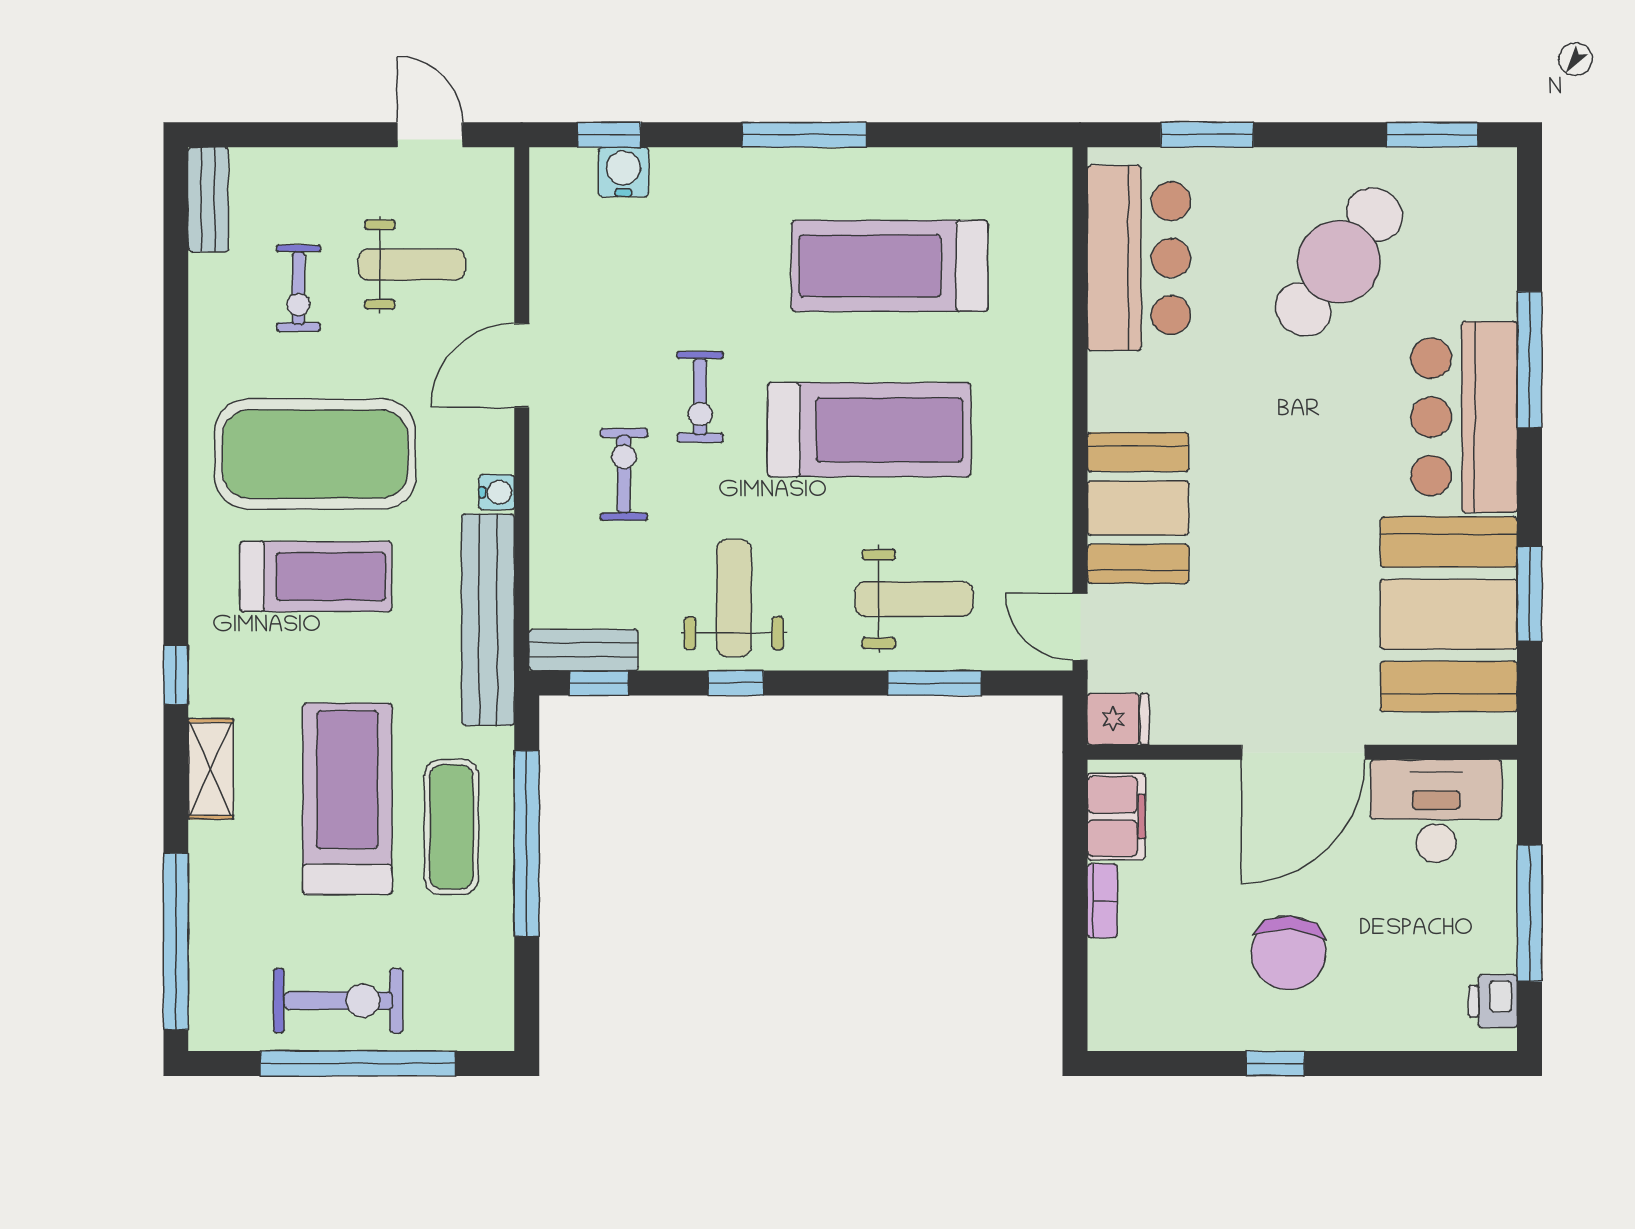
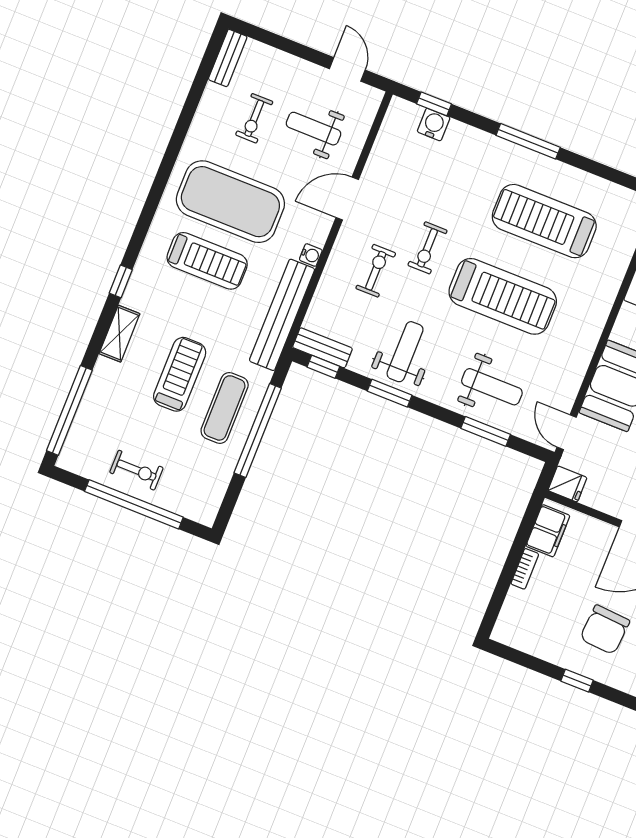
weight bench: (412, 265) -> (314, 129), turned 180
window: (736, 683) -> (390, 393), width x1.50
treadmill: (347, 799) -> (180, 374), width x0.73, depth x0.73
exercise bike: (338, 1001) -> (136, 470), width x0.73, depth x0.72

